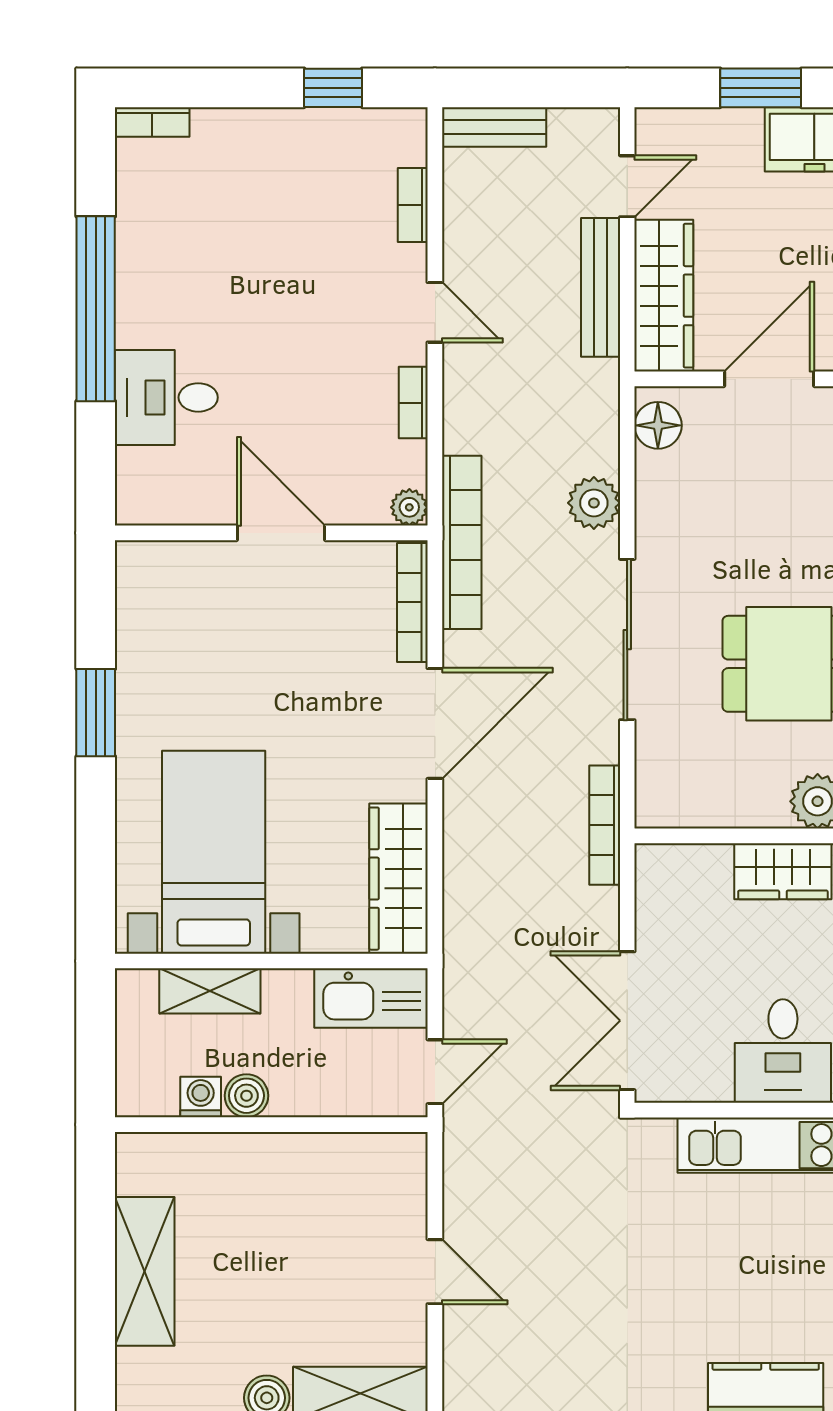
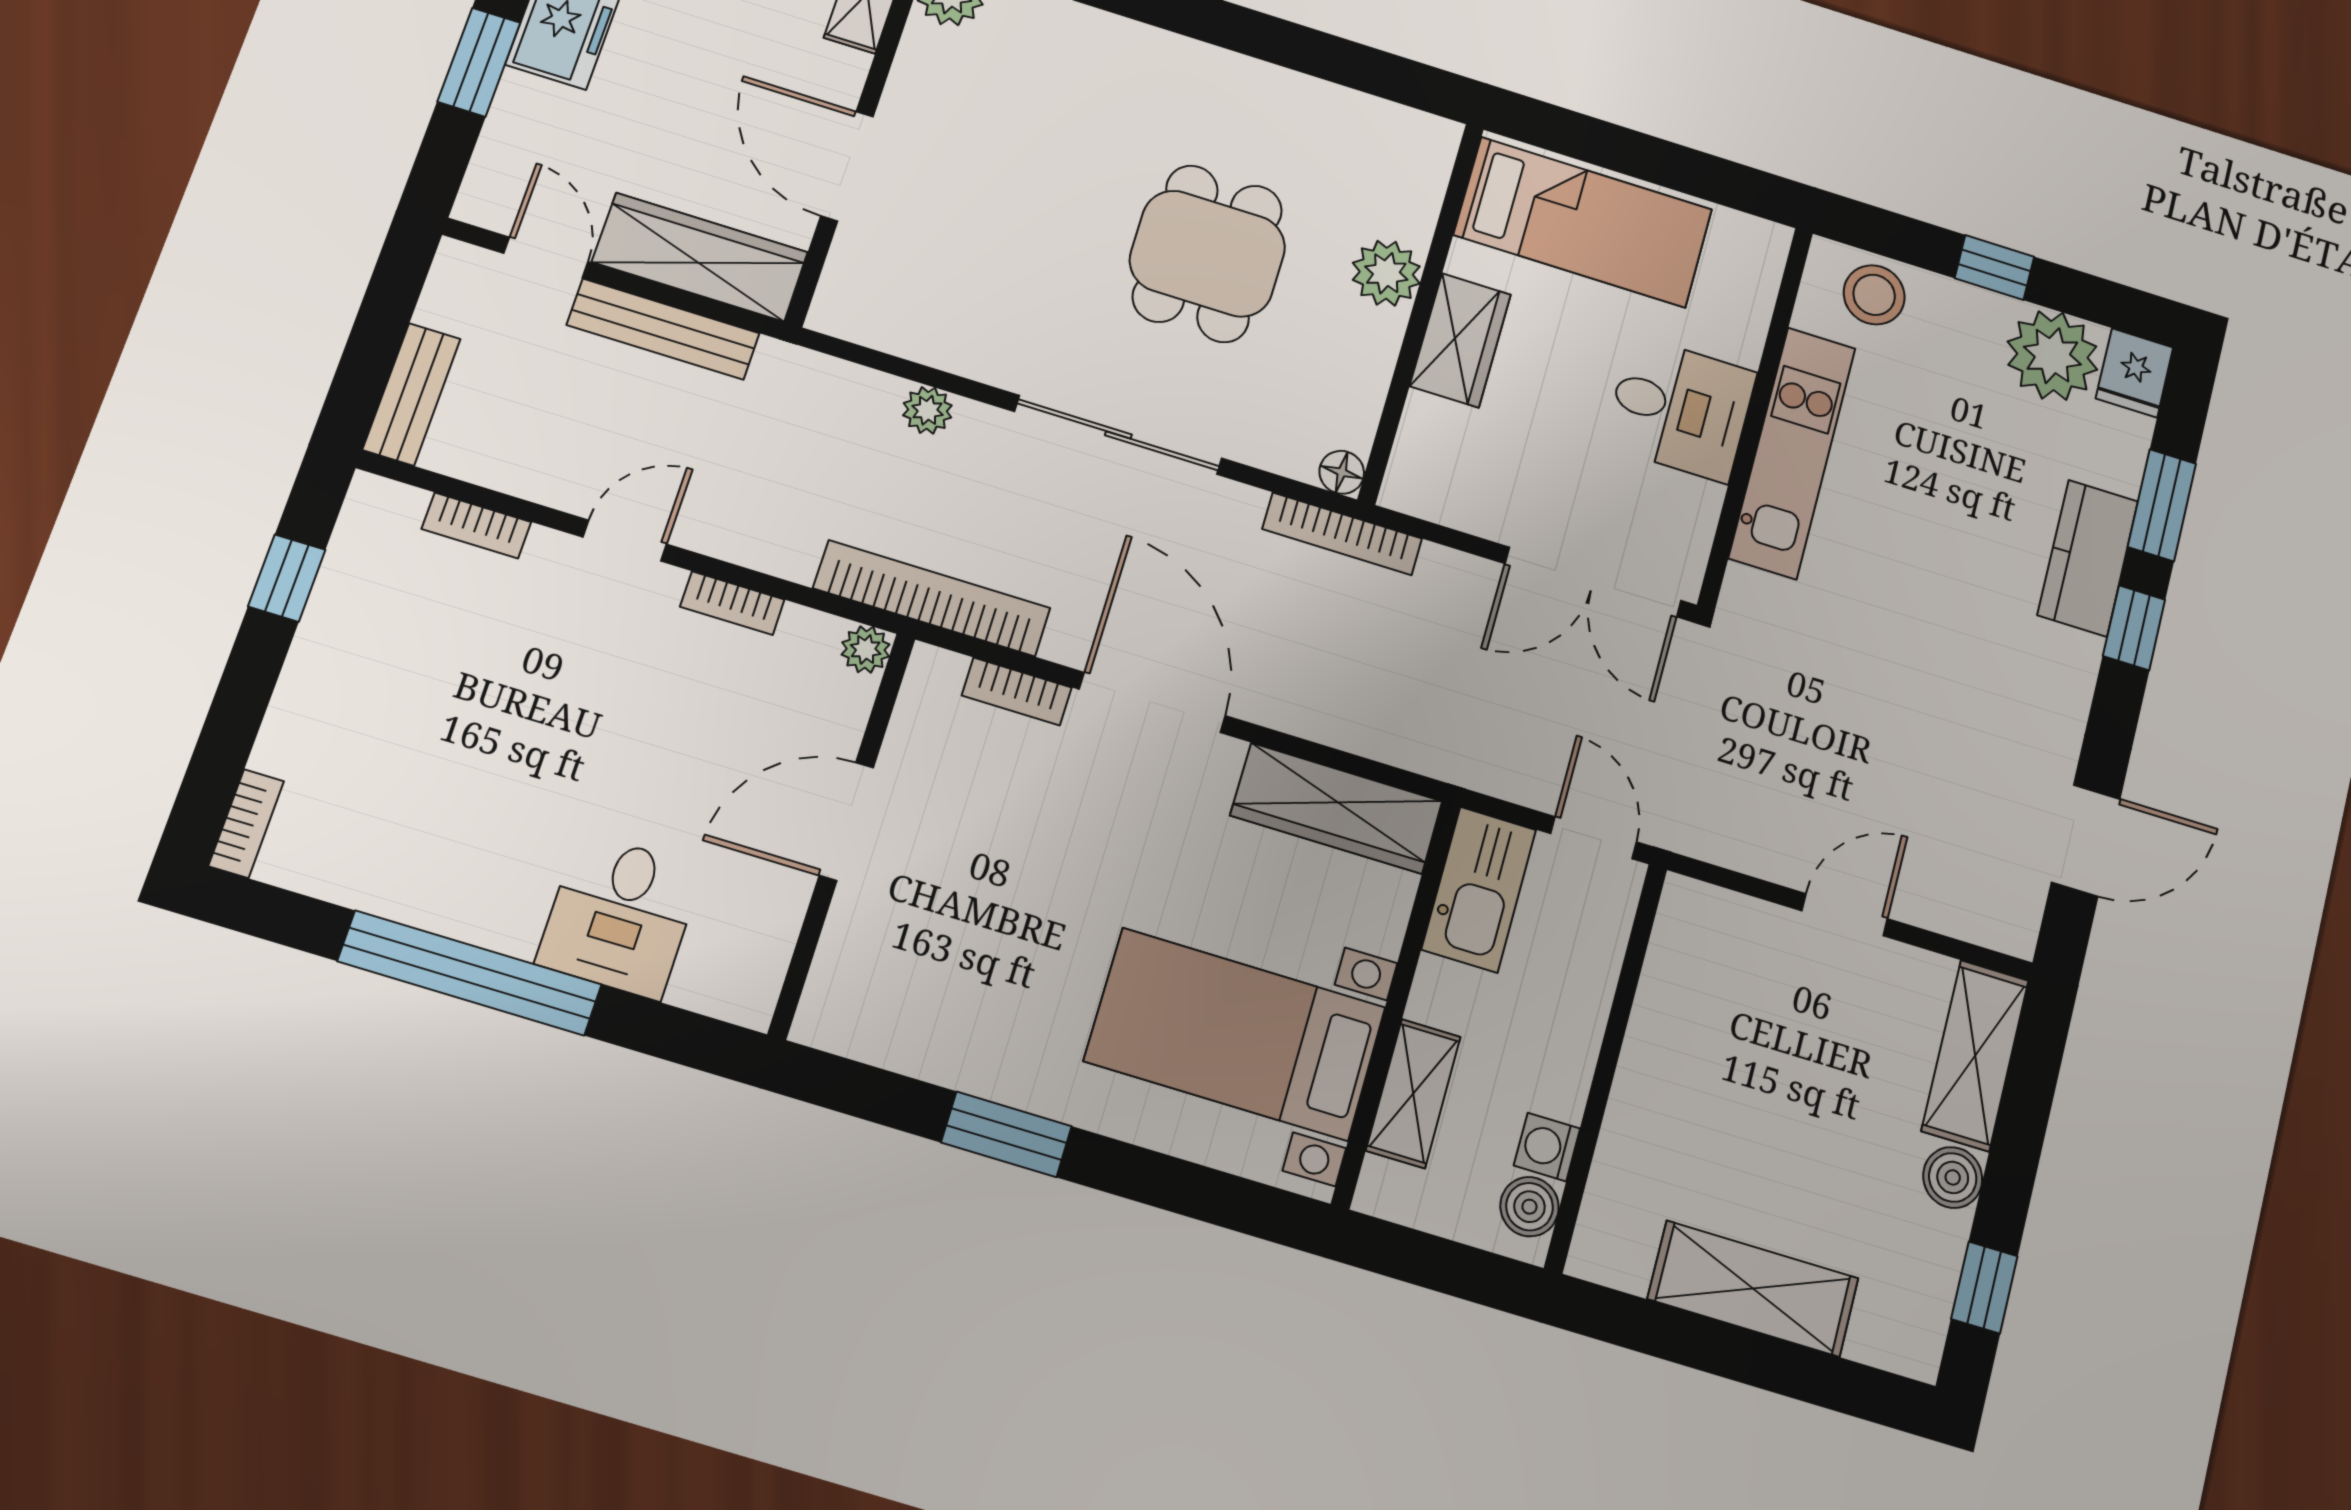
floor lamp: (658, 425) -> (1342, 472), moved, width x0.73, depth x0.73
plant: (594, 503) -> (927, 410), width x0.73, depth x0.73
bookcase: (412, 602) -> (1017, 692), width x0.64
boiler: (246, 1096) -> (1529, 1207), moved

